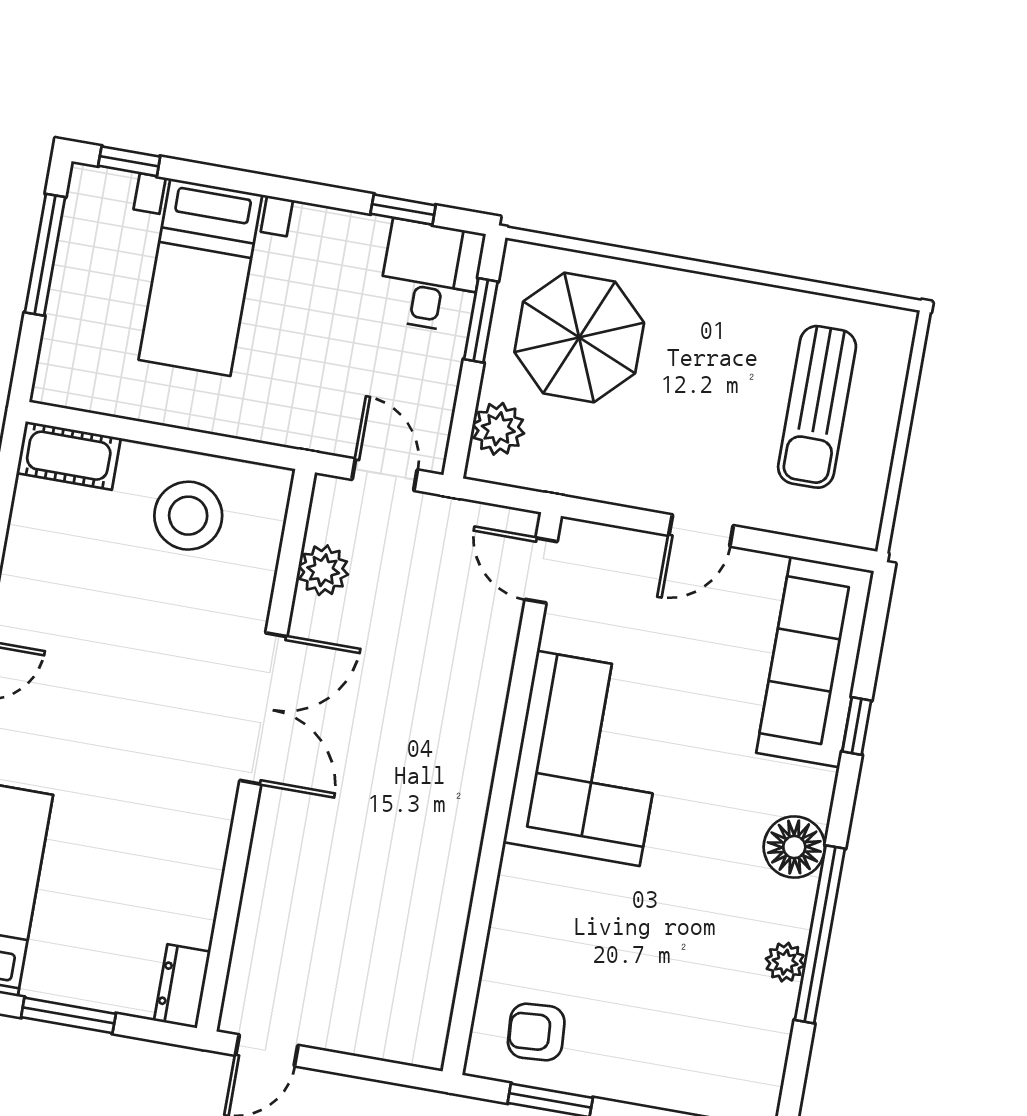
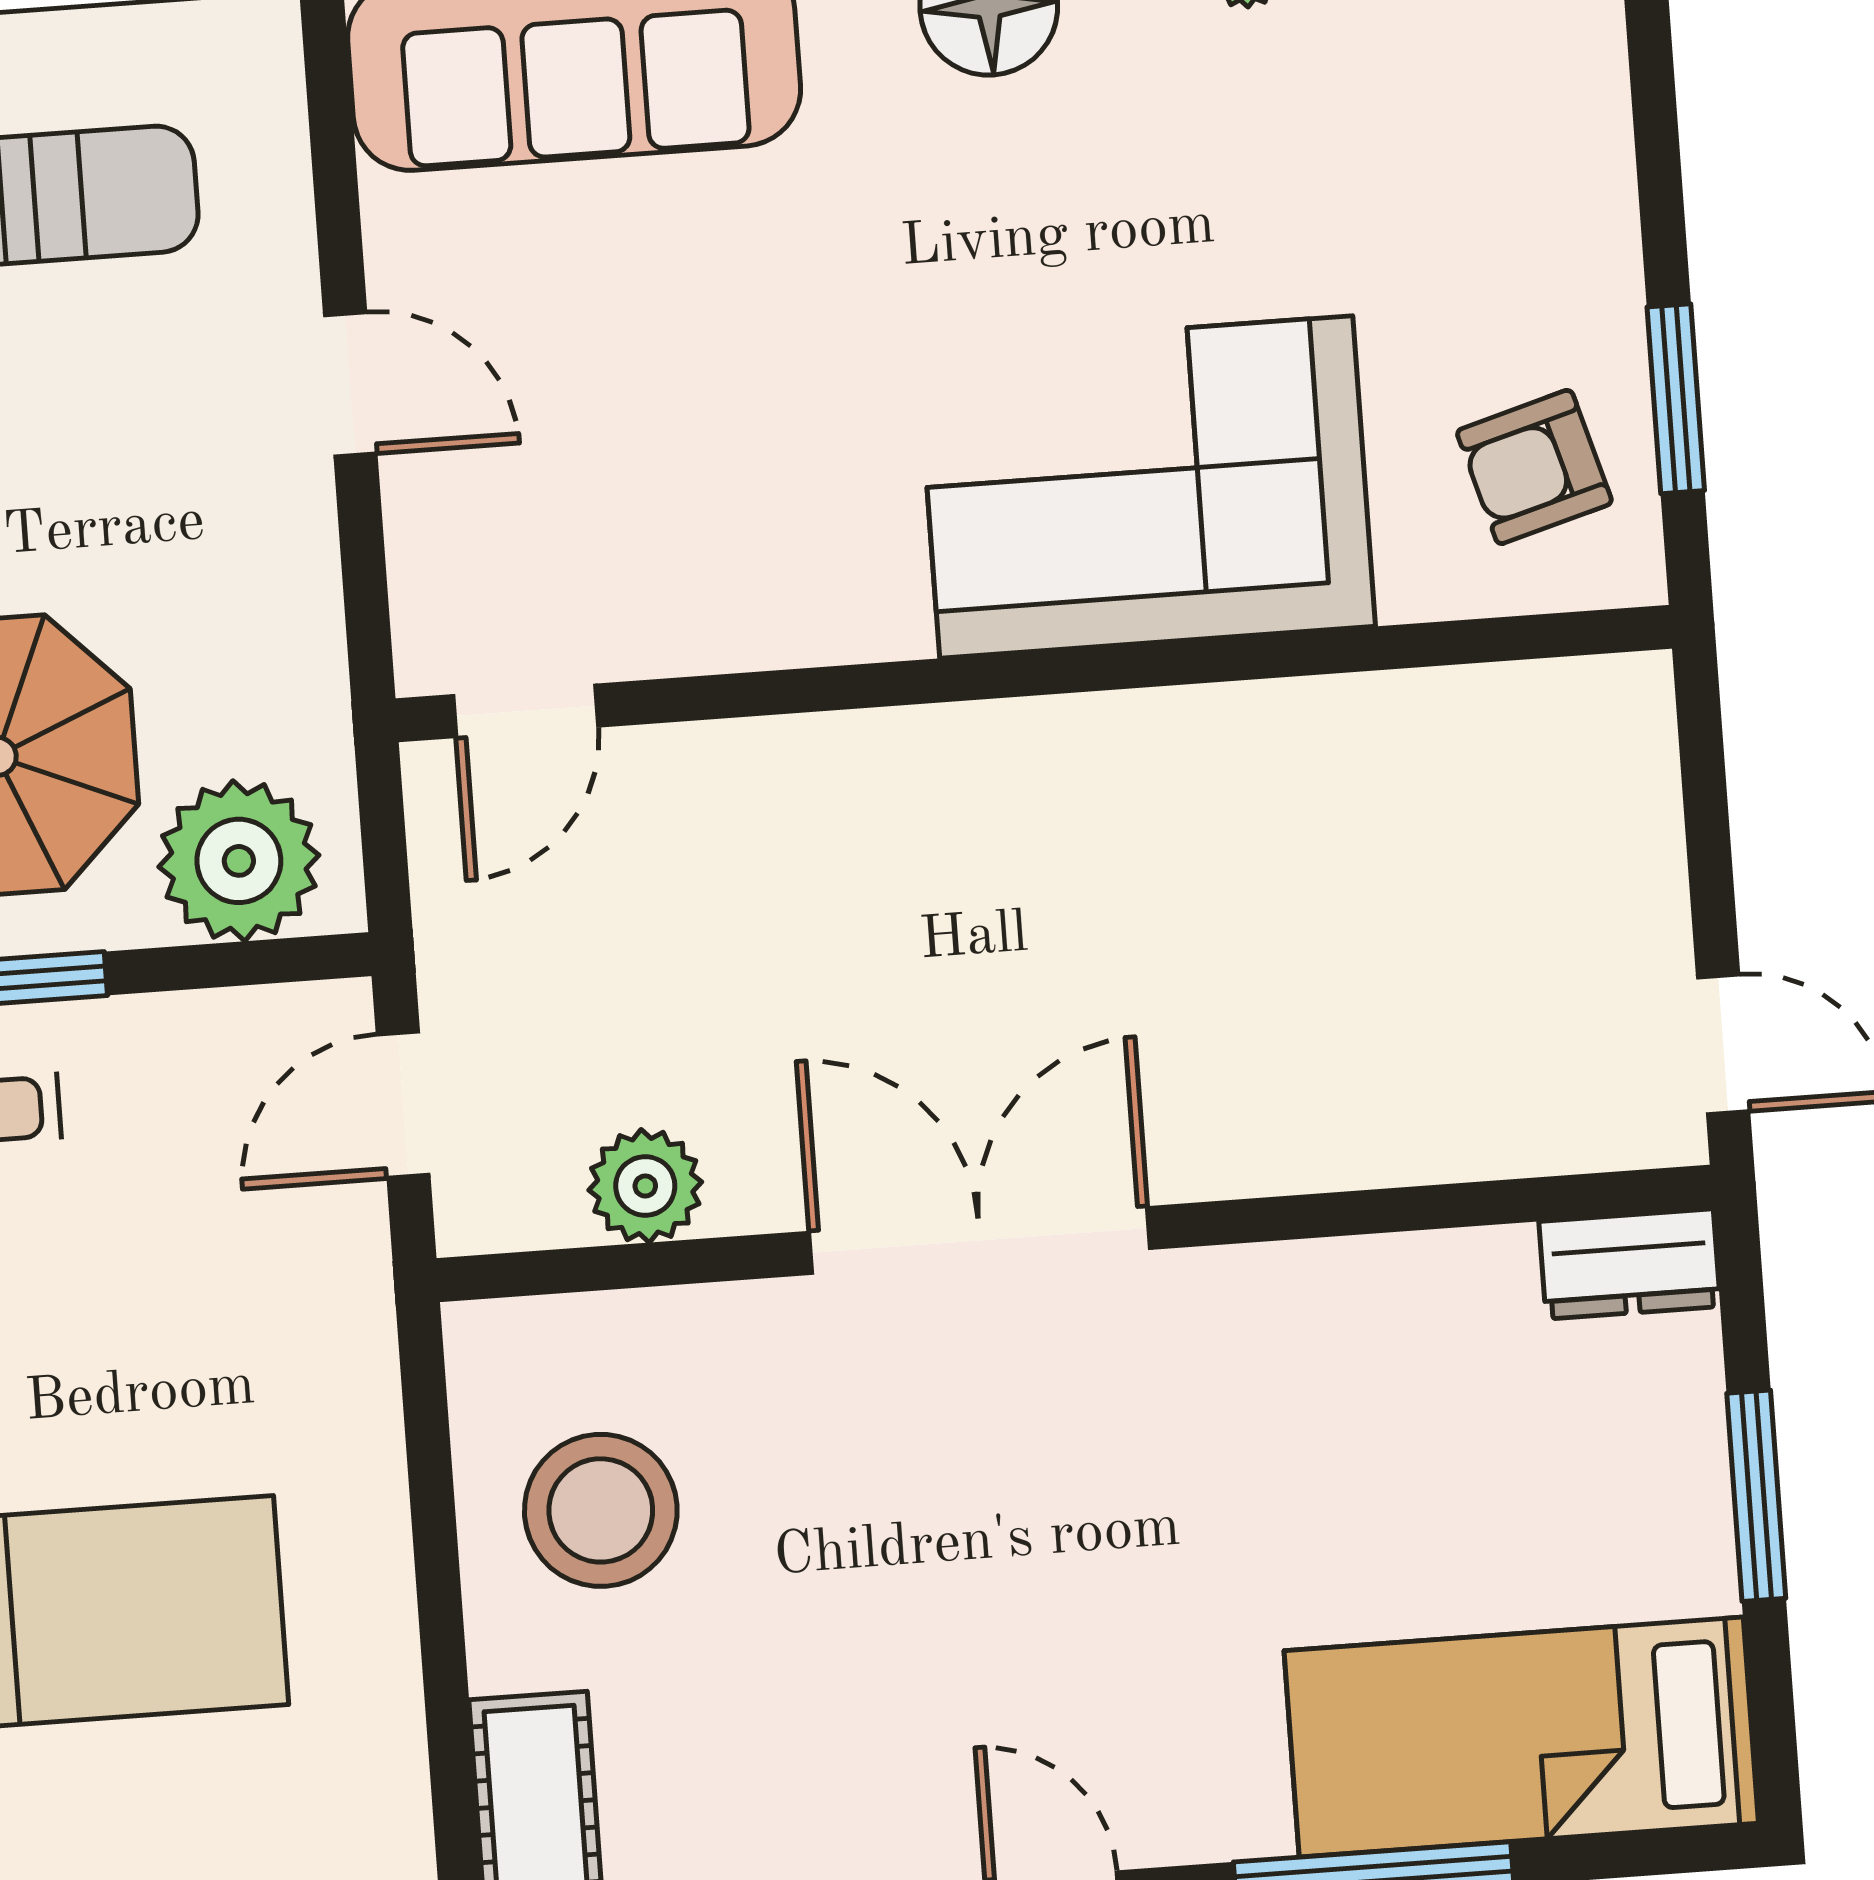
plant: (498, 429) -> (239, 861), width x1.36, depth x1.36
corner sofa: (588, 758) -> (1146, 487), moved
armchair: (536, 1032) -> (1534, 467), turned 78

